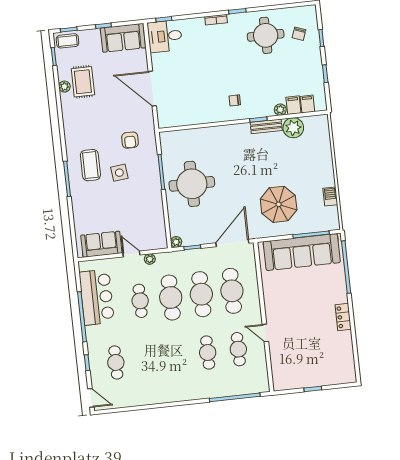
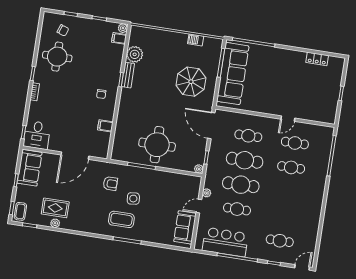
filing cabinet: (293, 105) -> (105, 126), moved
plant: (280, 110) -> (123, 28), moved
cafe table: (232, 291) -> (248, 136), width x0.73, depth x0.74
locker: (343, 317) -> (317, 59), moved

